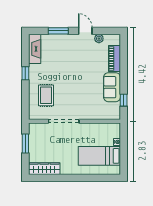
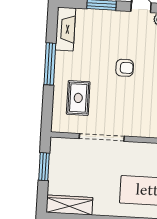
window: (25, 73) -> (50, 64), width x2.17
armchair: (76, 73) -> (125, 68), added

